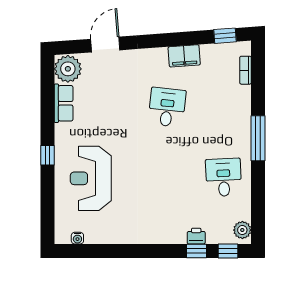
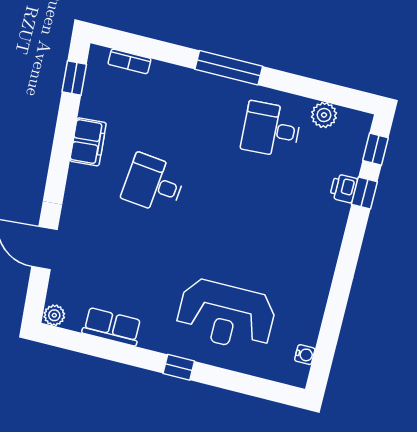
plant: (68, 69) -> (54, 315), width x0.53, depth x0.53
plant: (242, 230) -> (324, 115), moved

